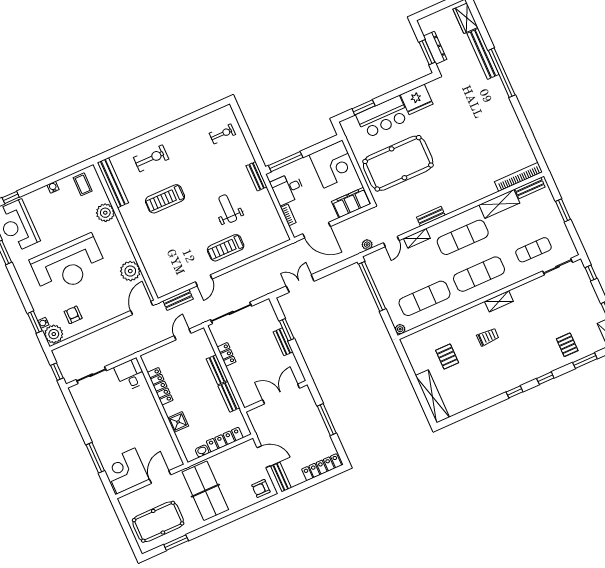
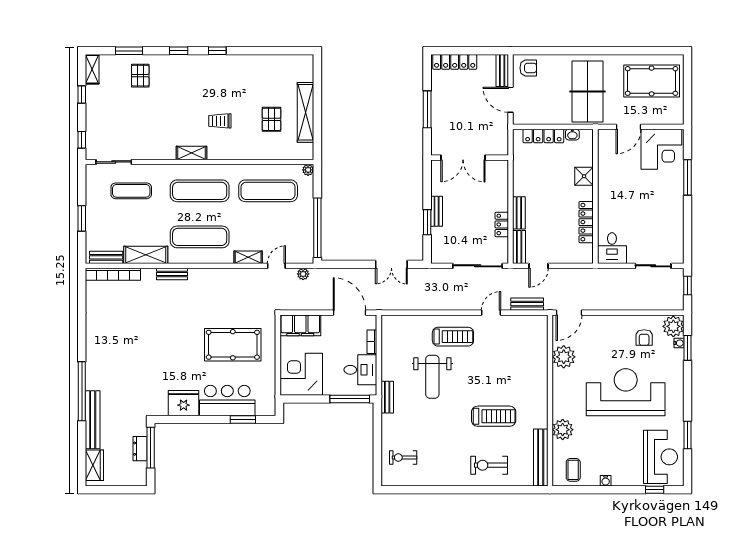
dresser: (435, 48) -> (140, 449), width x0.70
window: (427, 52) -> (151, 448), width x1.44
pool table: (398, 163) -> (233, 345), width x0.73, depth x0.76
weight bench: (228, 209) -> (432, 377), width x1.36, depth x1.33
bench: (431, 216) -> (172, 274), moved
shelving: (432, 396) -> (306, 112), moved
bench: (229, 397) -> (519, 247), moved
window: (176, 543) -> (642, 51), removed

